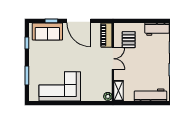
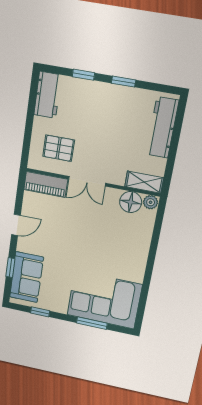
door: (79, 21) -> (16, 225), width x0.53
double door: (113, 59) -> (87, 181), swing flipped
floor lamp: (106, 85) -> (131, 202), added
corner sofa: (60, 86) -> (104, 300), moved, turned 90

